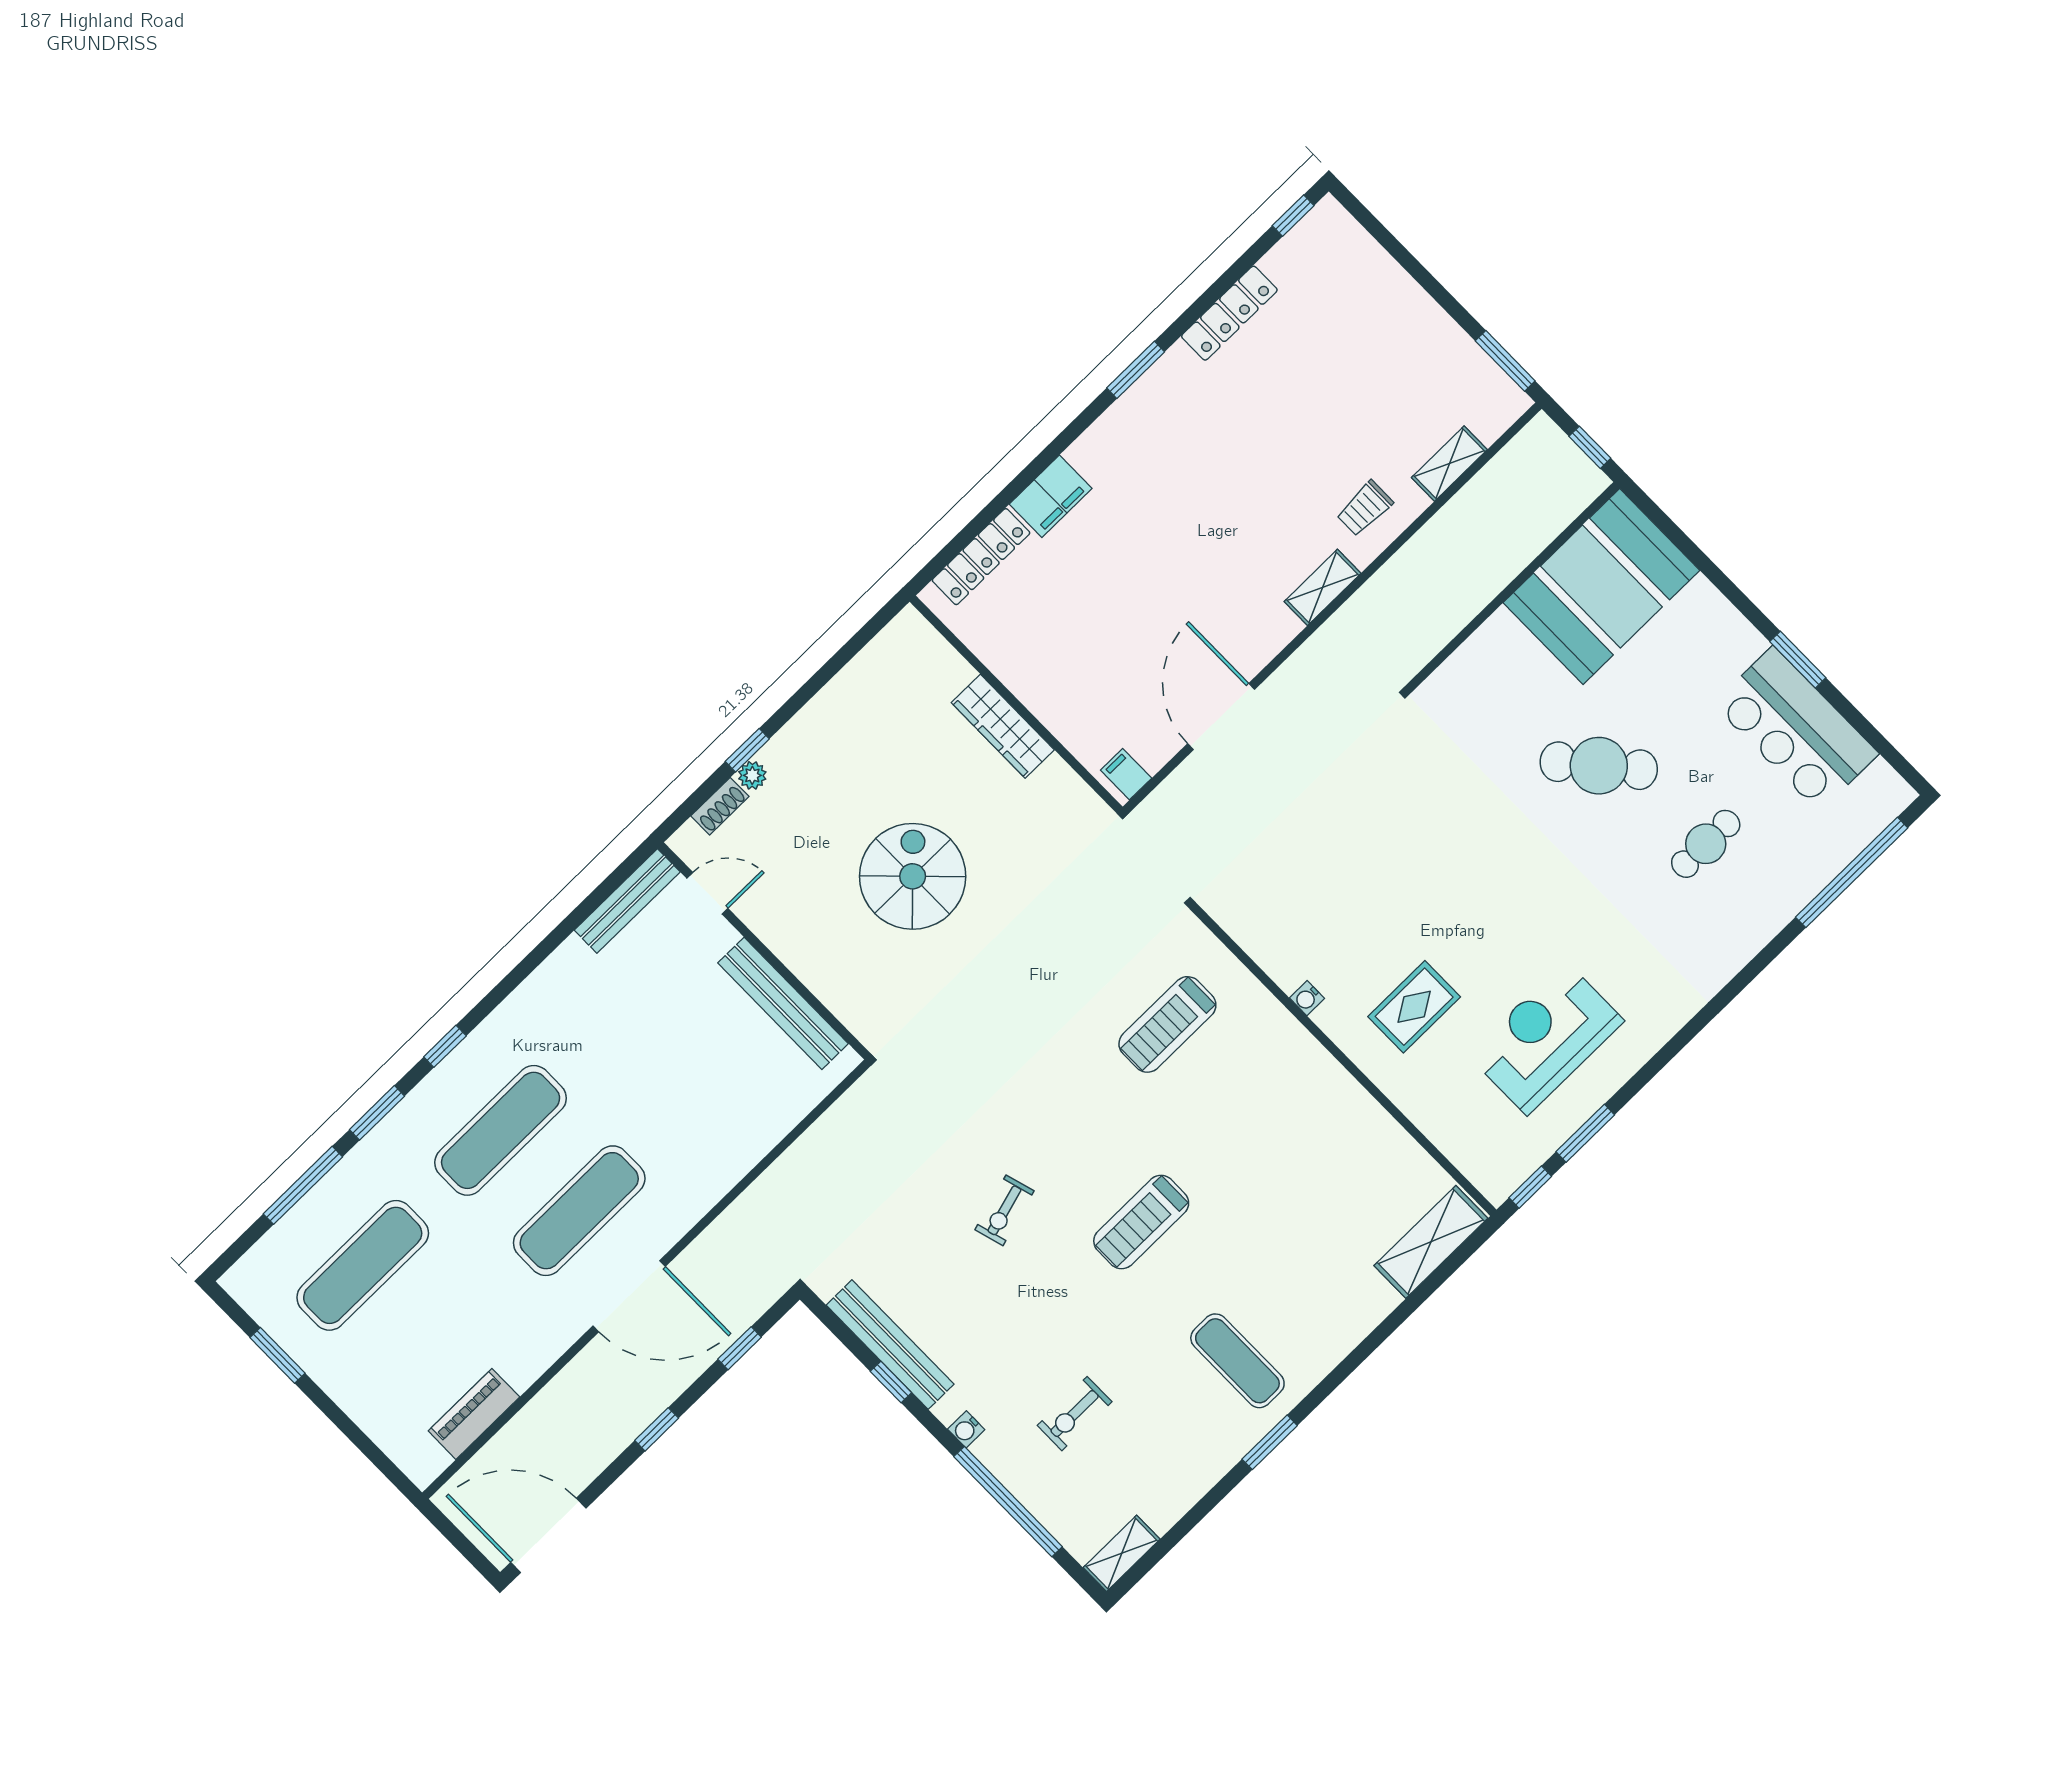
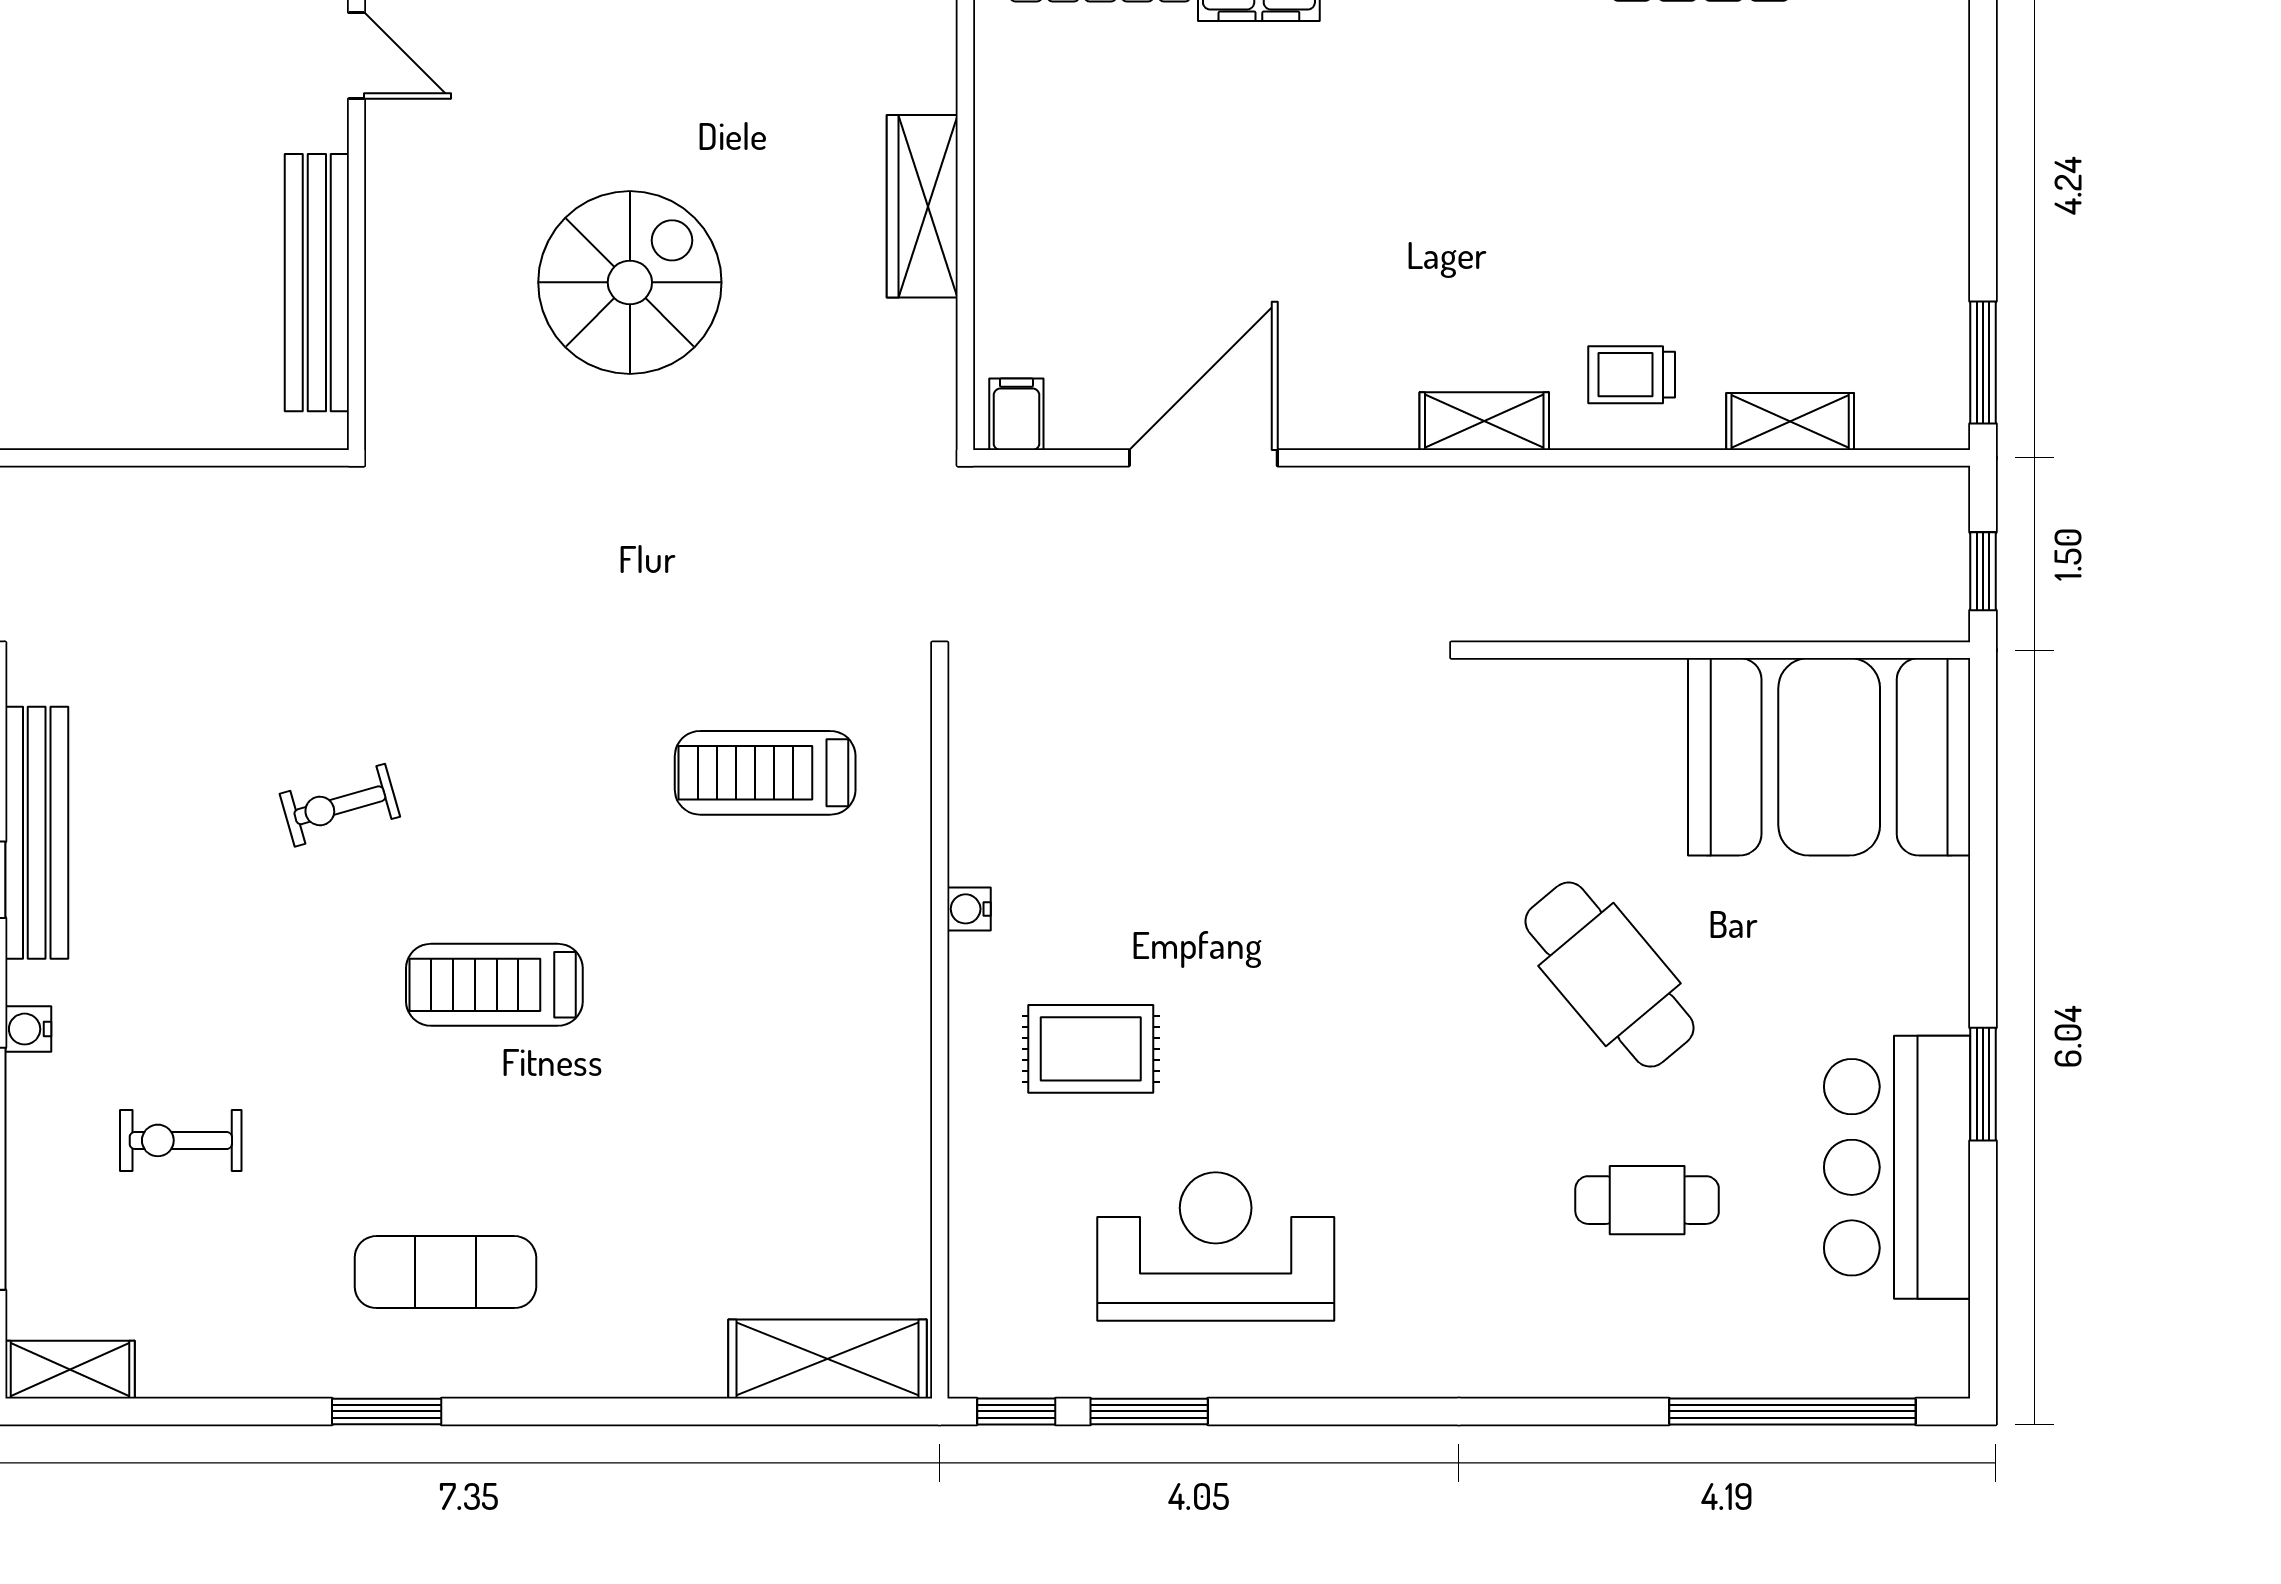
exercise mat: (1237, 1361) -> (445, 1272), turned 90

